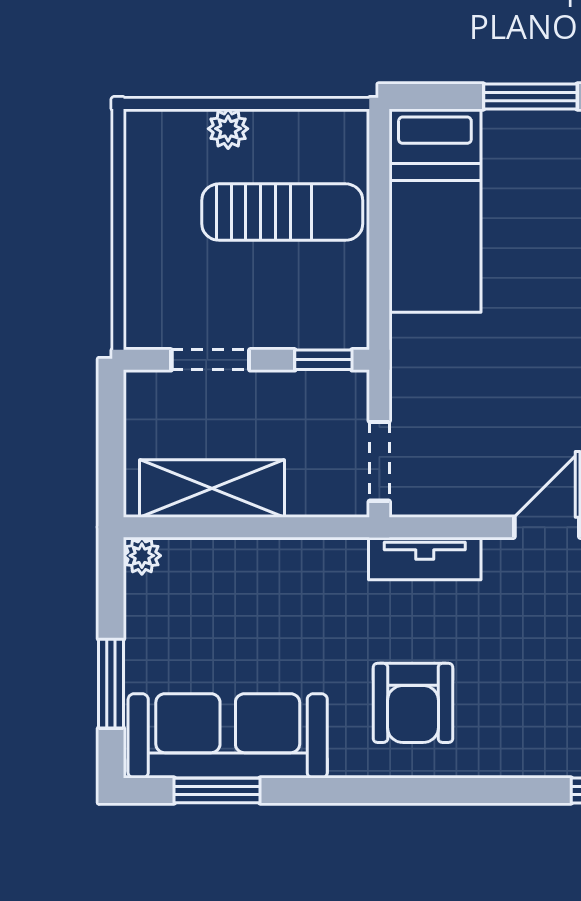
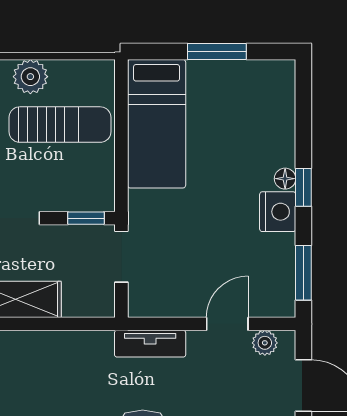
plant: (228, 129) -> (30, 77), width x1.38, depth x1.38
doorway: (379, 461) -> (121, 257), moved

